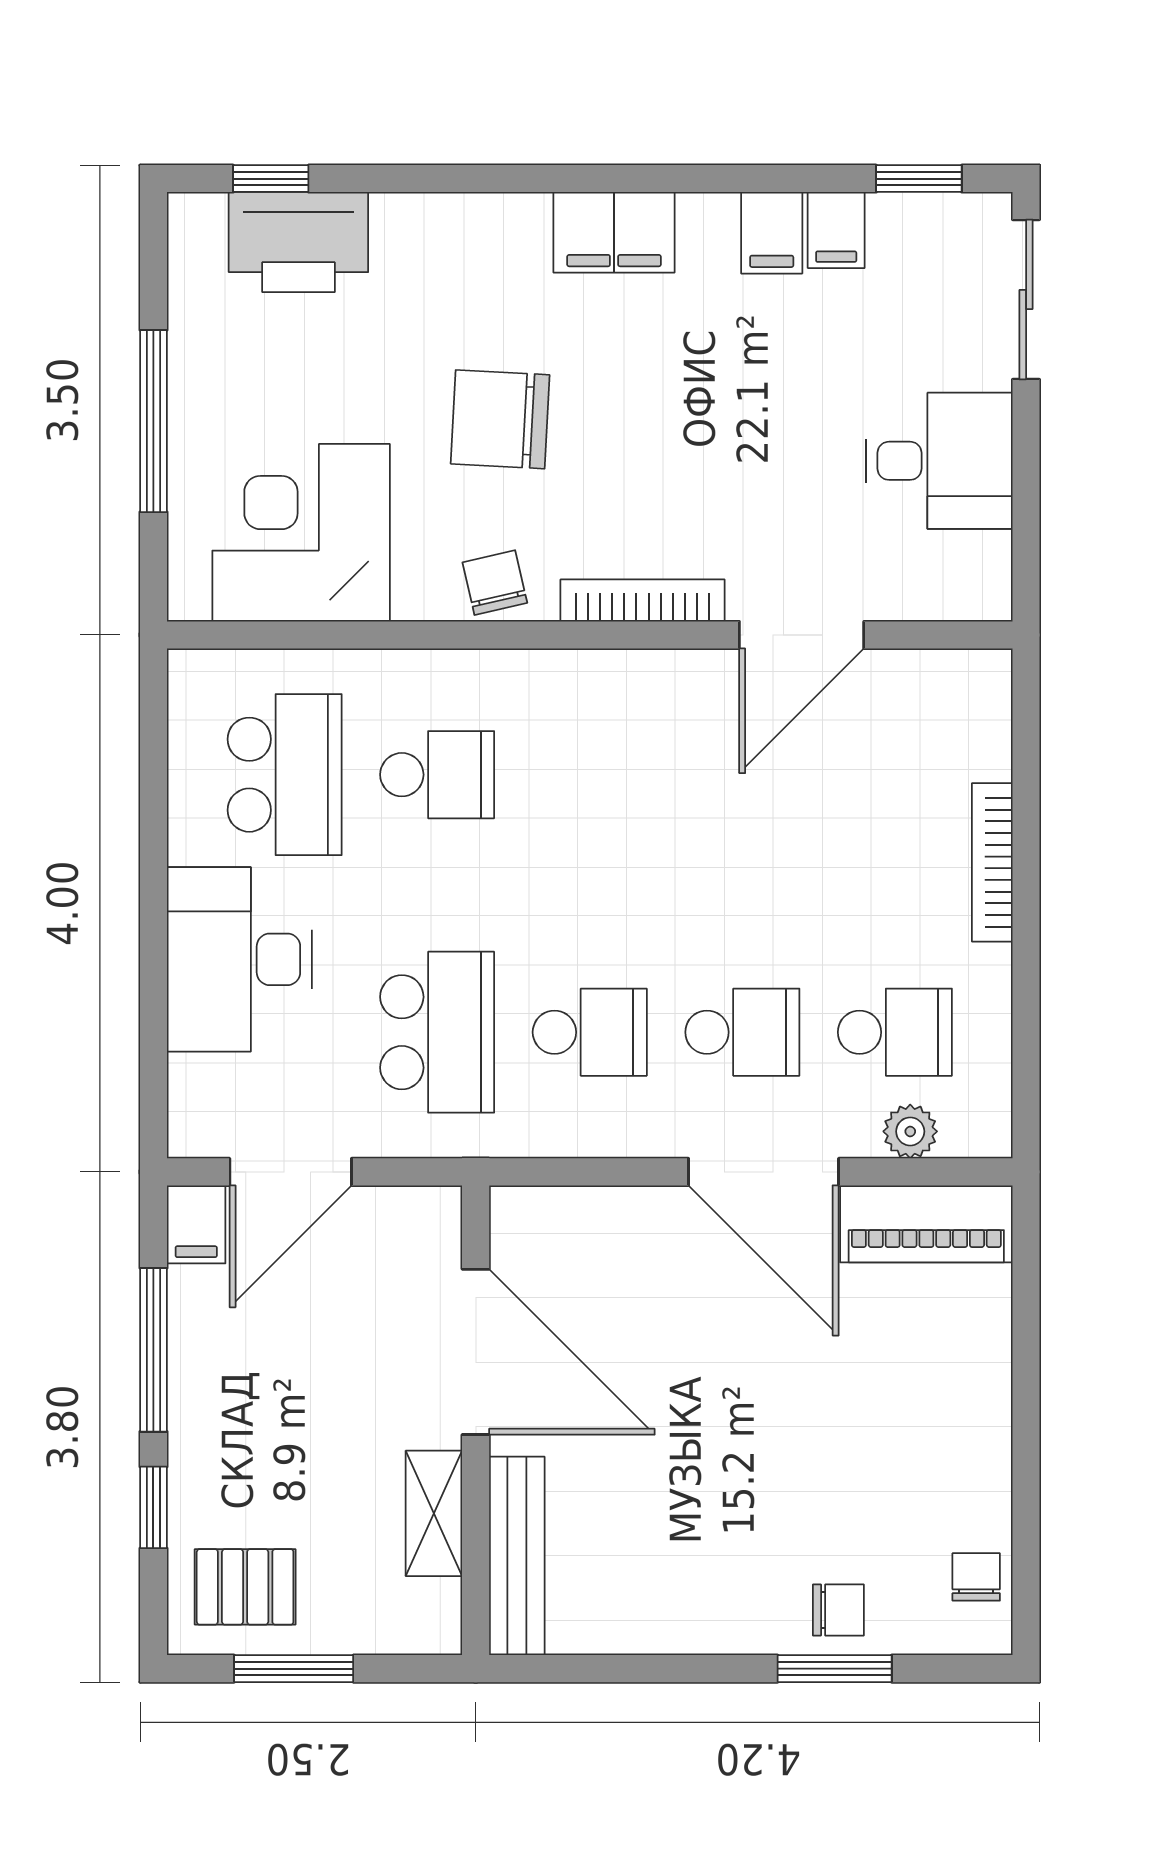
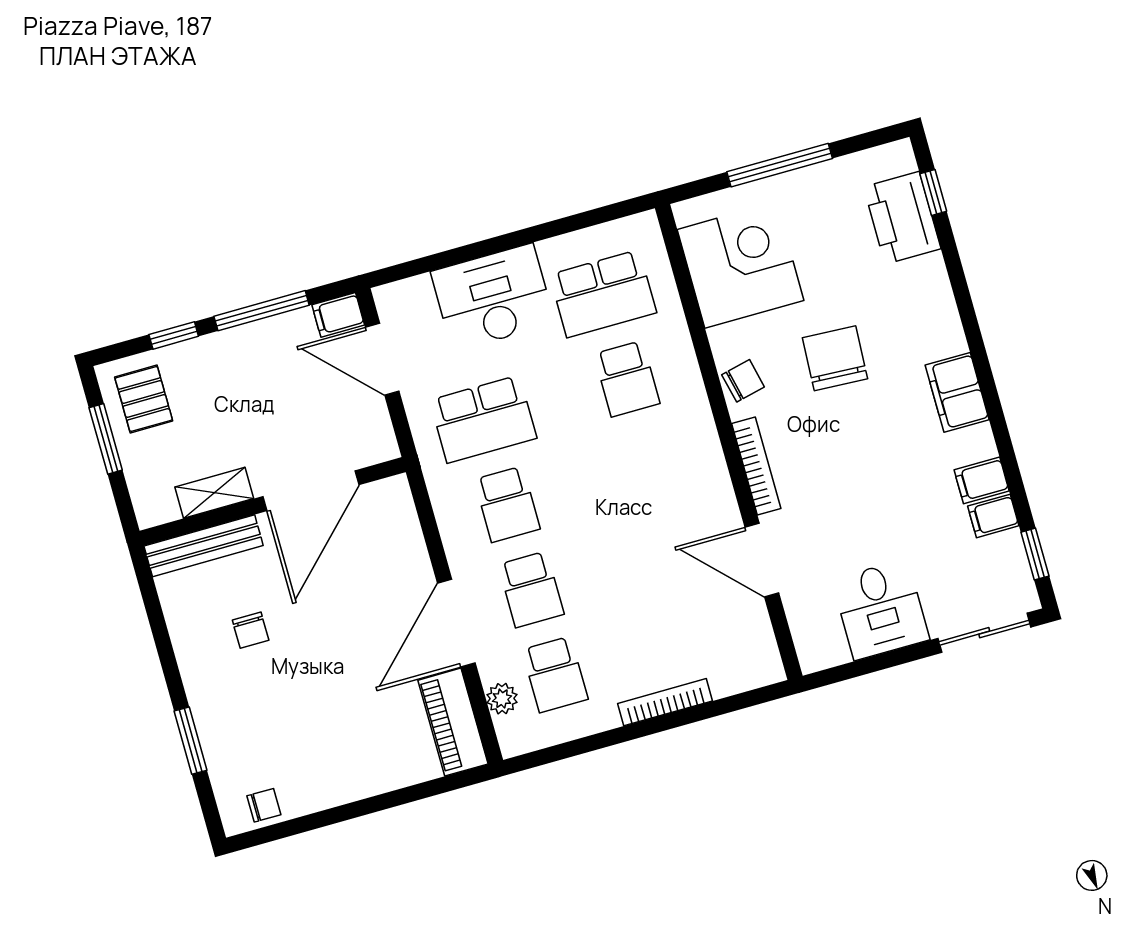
chair: (838, 1610) -> (251, 630), moved

